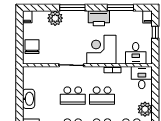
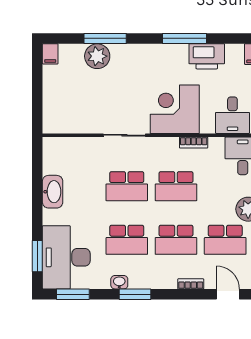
window: (72, 8) -> (105, 38), moved
window: (120, 8) -> (185, 38), moved
printer: (99, 18) -> (207, 56), moved
chair: (32, 47) -> (58, 104), removed

